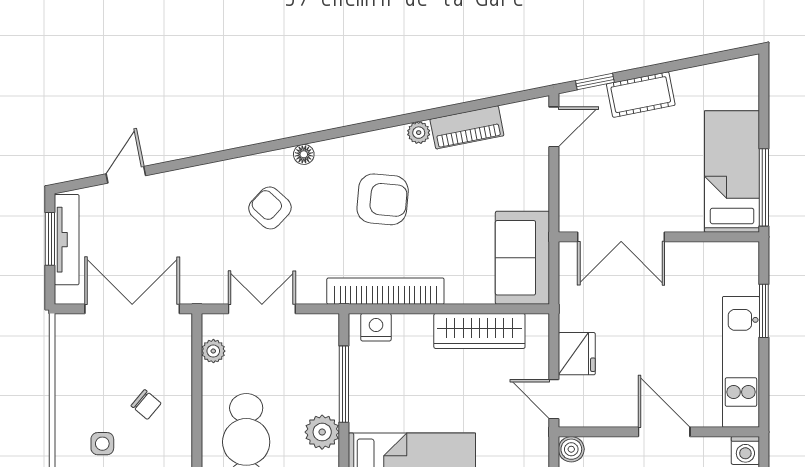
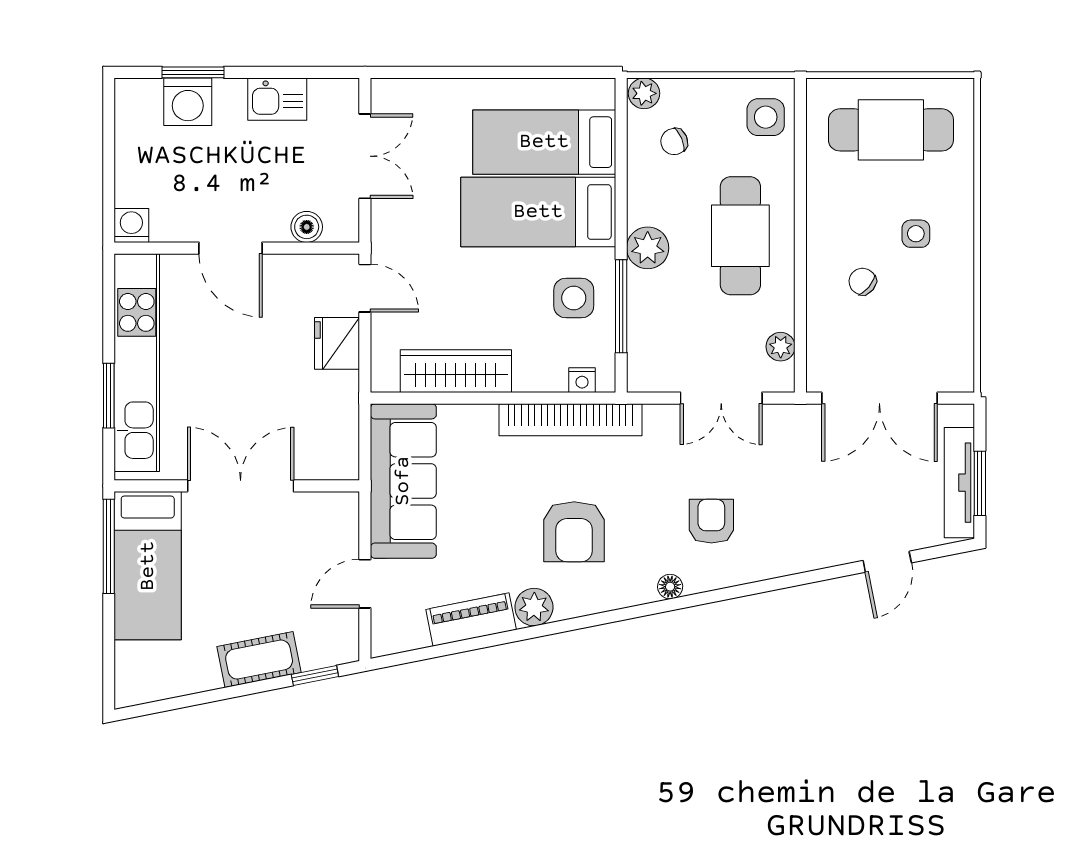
door: (554, 127) -> (365, 584), moved
plant: (419, 133) -> (534, 607), width x1.38, depth x1.38
armchair: (383, 199) -> (574, 532), turned -95
armchair: (270, 208) -> (711, 521), turned -133
double door: (621, 237) -> (241, 486), moved
sofa: (522, 258) -> (403, 481), width x1.36
nightstand: (376, 327) -> (582, 380), width x0.72, depth x0.74
kitchen unit: (741, 362) -> (137, 363), width x1.36
side table: (383, 391) -> (574, 298), added
boiler: (571, 449) -> (307, 227), moved

